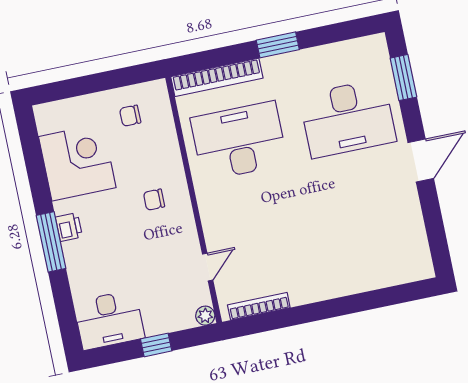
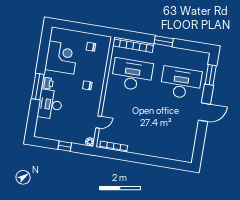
desk: (348, 118) -> (181, 83), turned 180
desk: (109, 320) -> (50, 104), moved, turned 90

